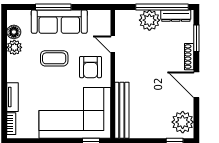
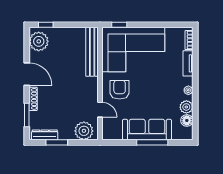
window: (162, 7) -> (57, 142), width x0.47
plant: (149, 20) -> (84, 131), moved
coffee table: (54, 58) -> (151, 97), removed
plant: (12, 66) -> (188, 90), added

